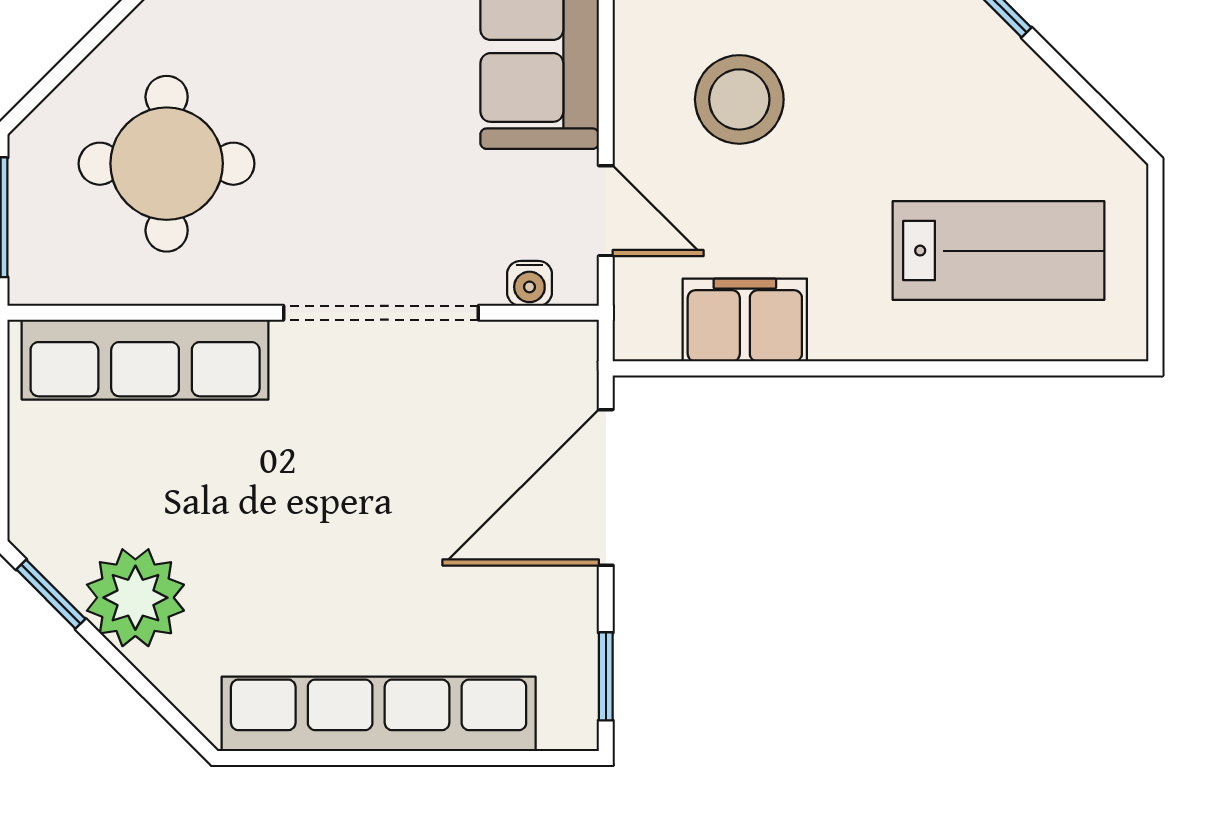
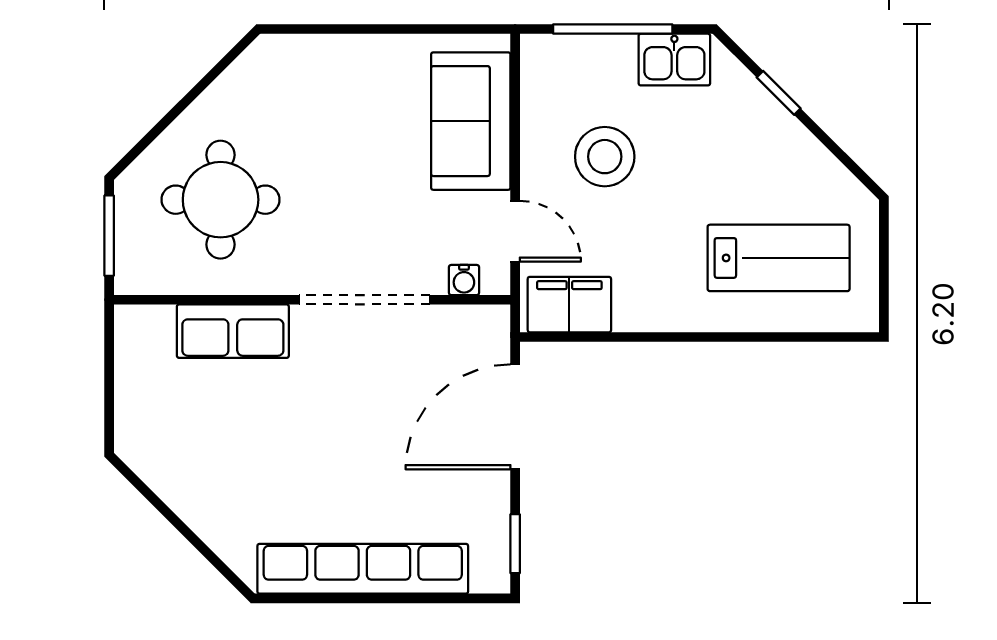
filing cabinet: (745, 320) -> (569, 305), moved
row of seats: (145, 360) -> (233, 331), width x0.68
window: (51, 594) -> (143, 488), removed
plant: (135, 598) -> (200, 491), removed

